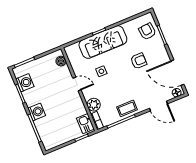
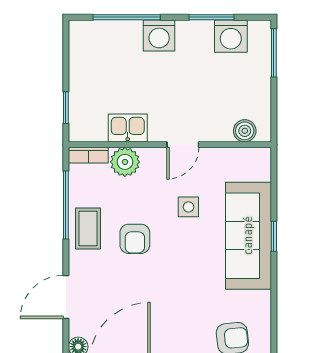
armchair: (139, 61) -> (135, 239), moved
kitchen sink: (85, 124) -> (128, 128), moved

